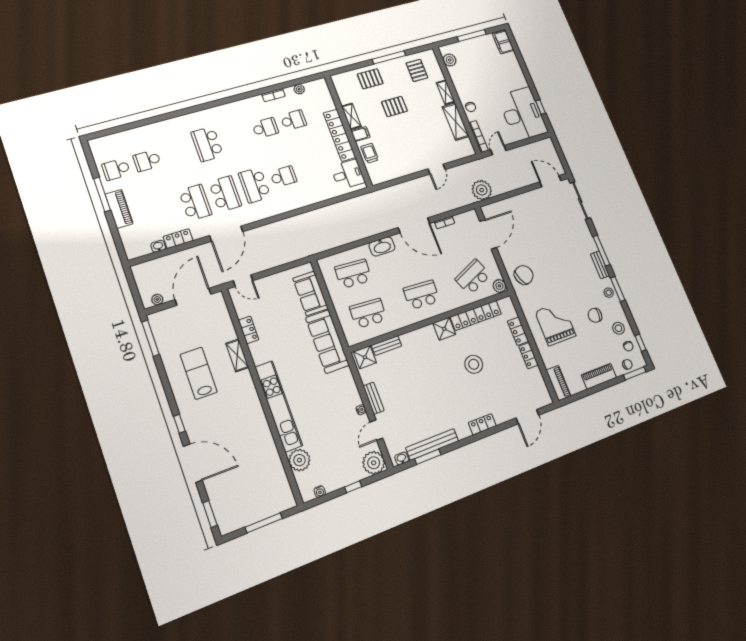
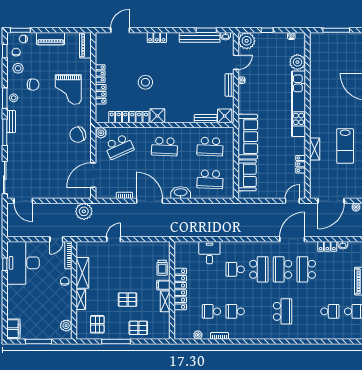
desk: (348, 174) -> (209, 253), moved, turned 90
door: (243, 281) -> (292, 201), hinge flipped

